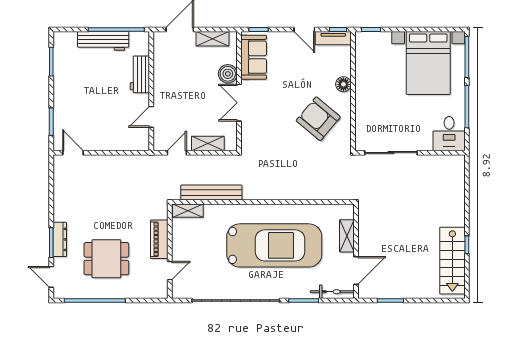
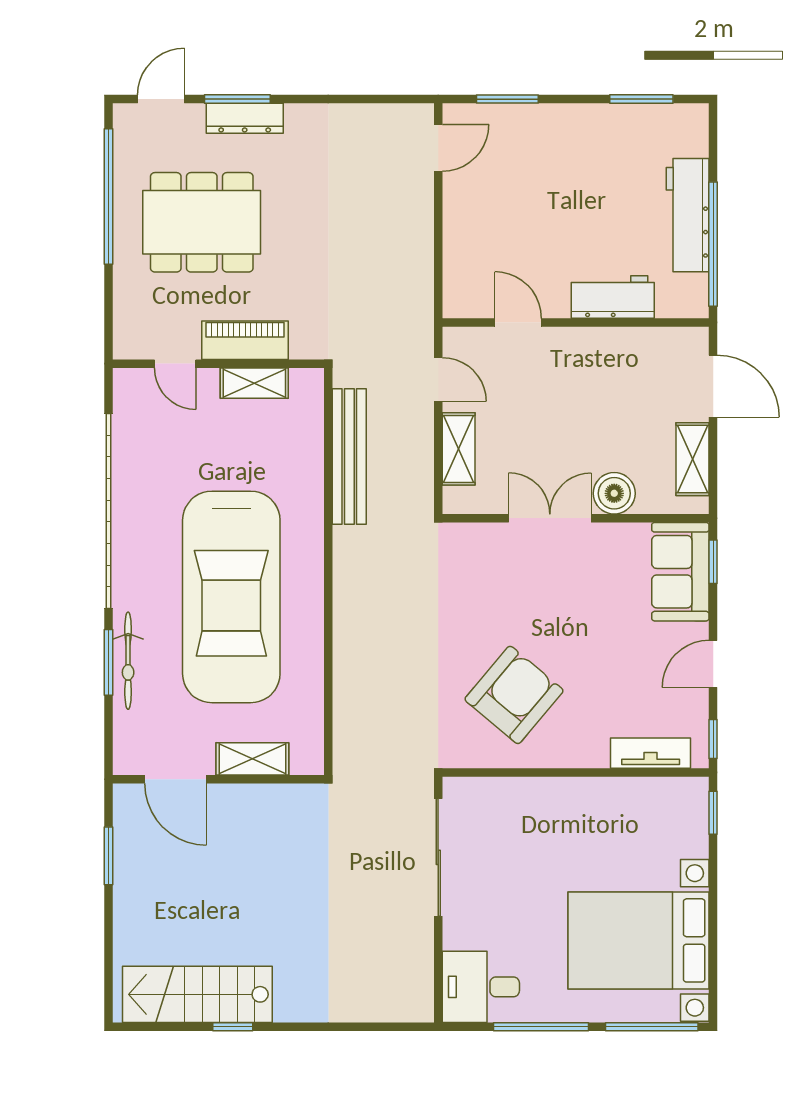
tv unit: (333, 38) -> (651, 753), moved, turned 90
sofa: (254, 57) -> (680, 572), moved, turned 90
floor lamp: (343, 84) -> (591, 751), removed
shelving: (188, 211) -> (254, 383), moved, turned 90
dining table: (106, 259) -> (202, 222), width x1.38
bicycle: (332, 292) -> (128, 661), moved

